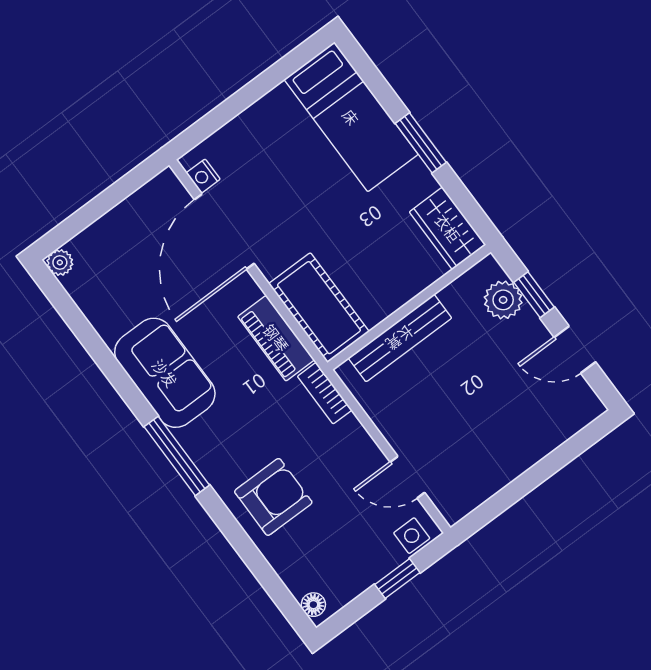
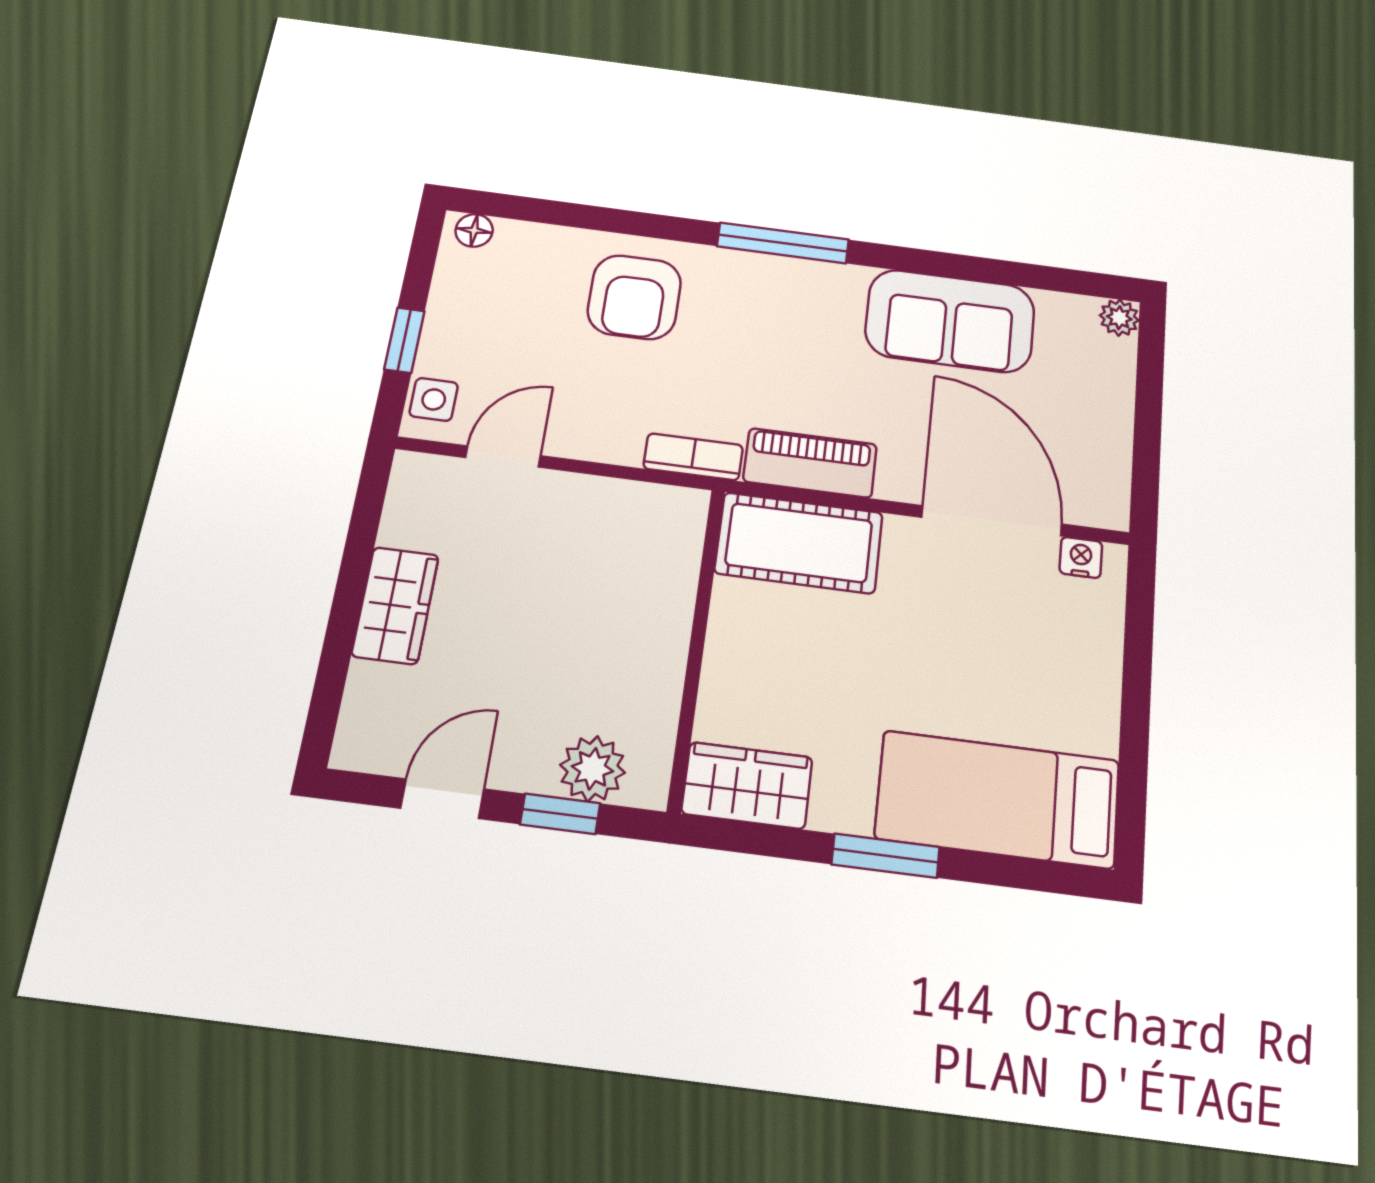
bench: (400, 338) -> (671, 601), removed
sofa: (165, 373) -> (950, 321), moved
wardrobe: (517, 454) -> (395, 605), added

